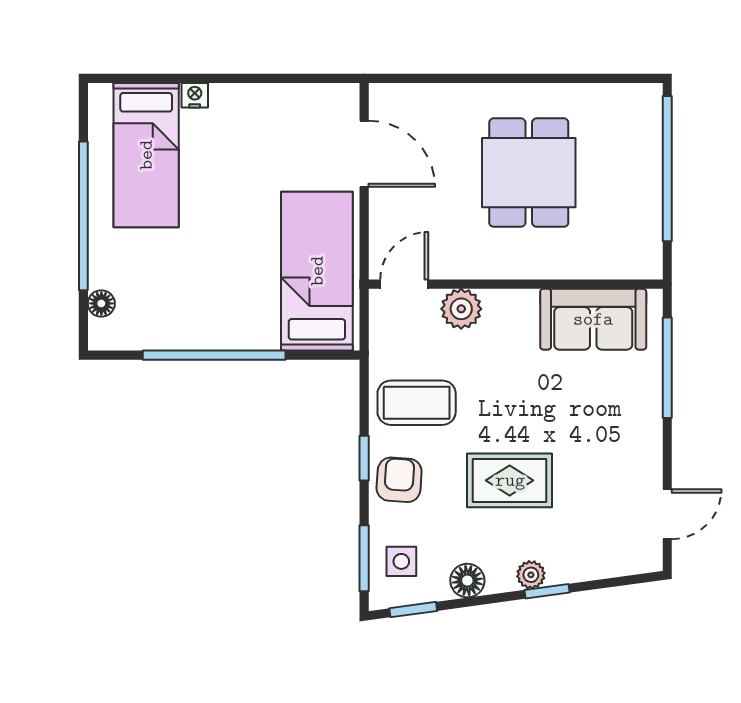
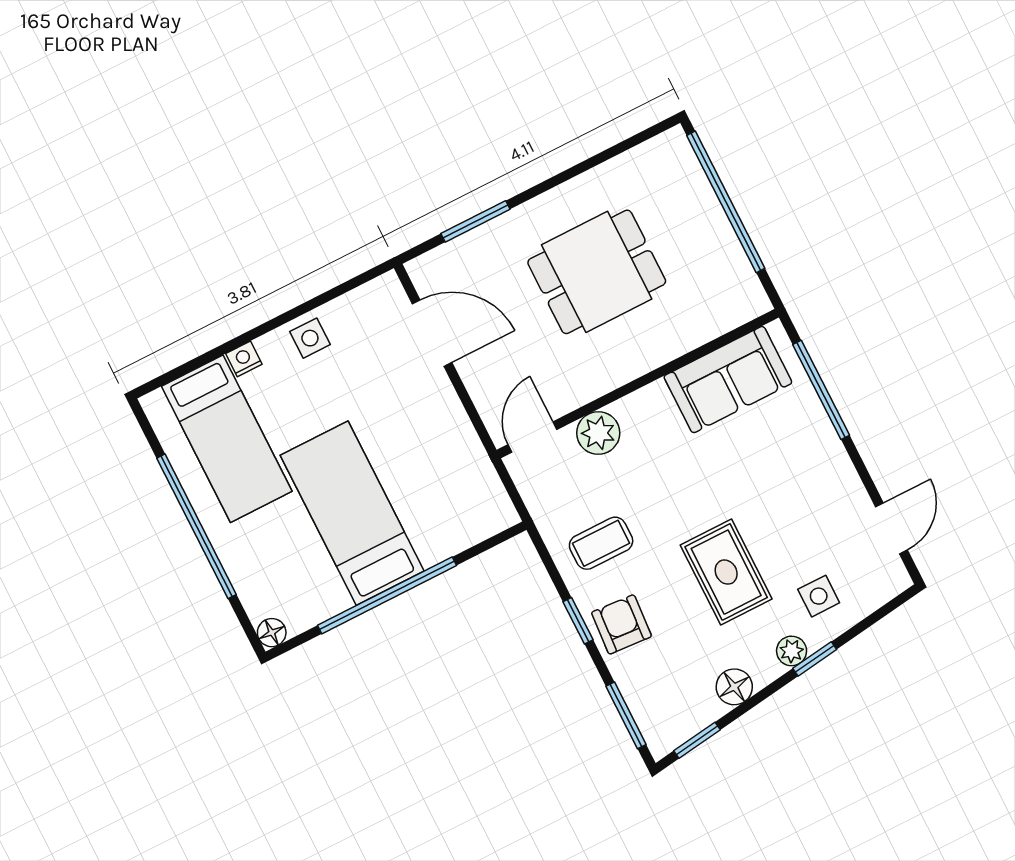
window: (448, 78) -> (475, 221), added
side table: (259, 106) -> (310, 338), added
dining table: (529, 173) -> (597, 272), turned 90
bed: (317, 271) -> (352, 513), moved
floor lamp: (101, 303) -> (272, 633), moved
coffee table: (417, 403) -> (601, 543), width x0.73, depth x0.77
rug: (510, 480) -> (726, 572), turned 90
side table: (401, 561) -> (819, 596), moved

